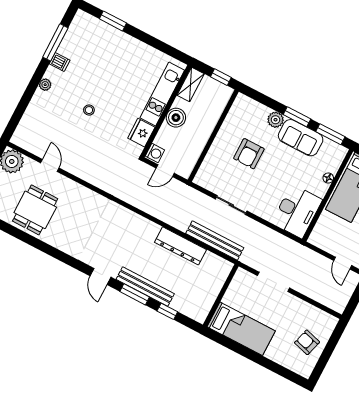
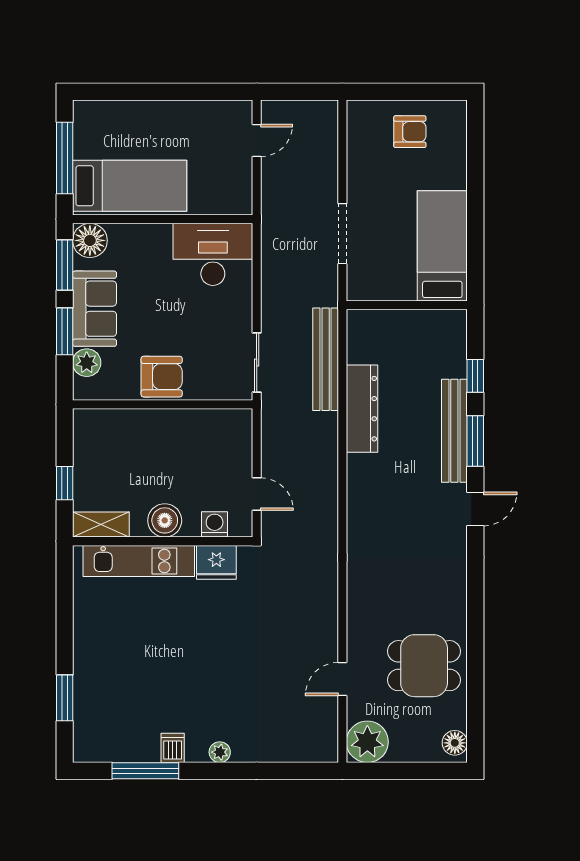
stool: (89, 110) -> (224, 663), removed
wall: (213, 136) -> (163, 404), moved
washing machine: (155, 153) -> (215, 524), moved
floor lamp: (328, 178) -> (90, 240), moved, width x1.89, depth x1.89
armchair: (307, 342) -> (410, 132), turned -106

